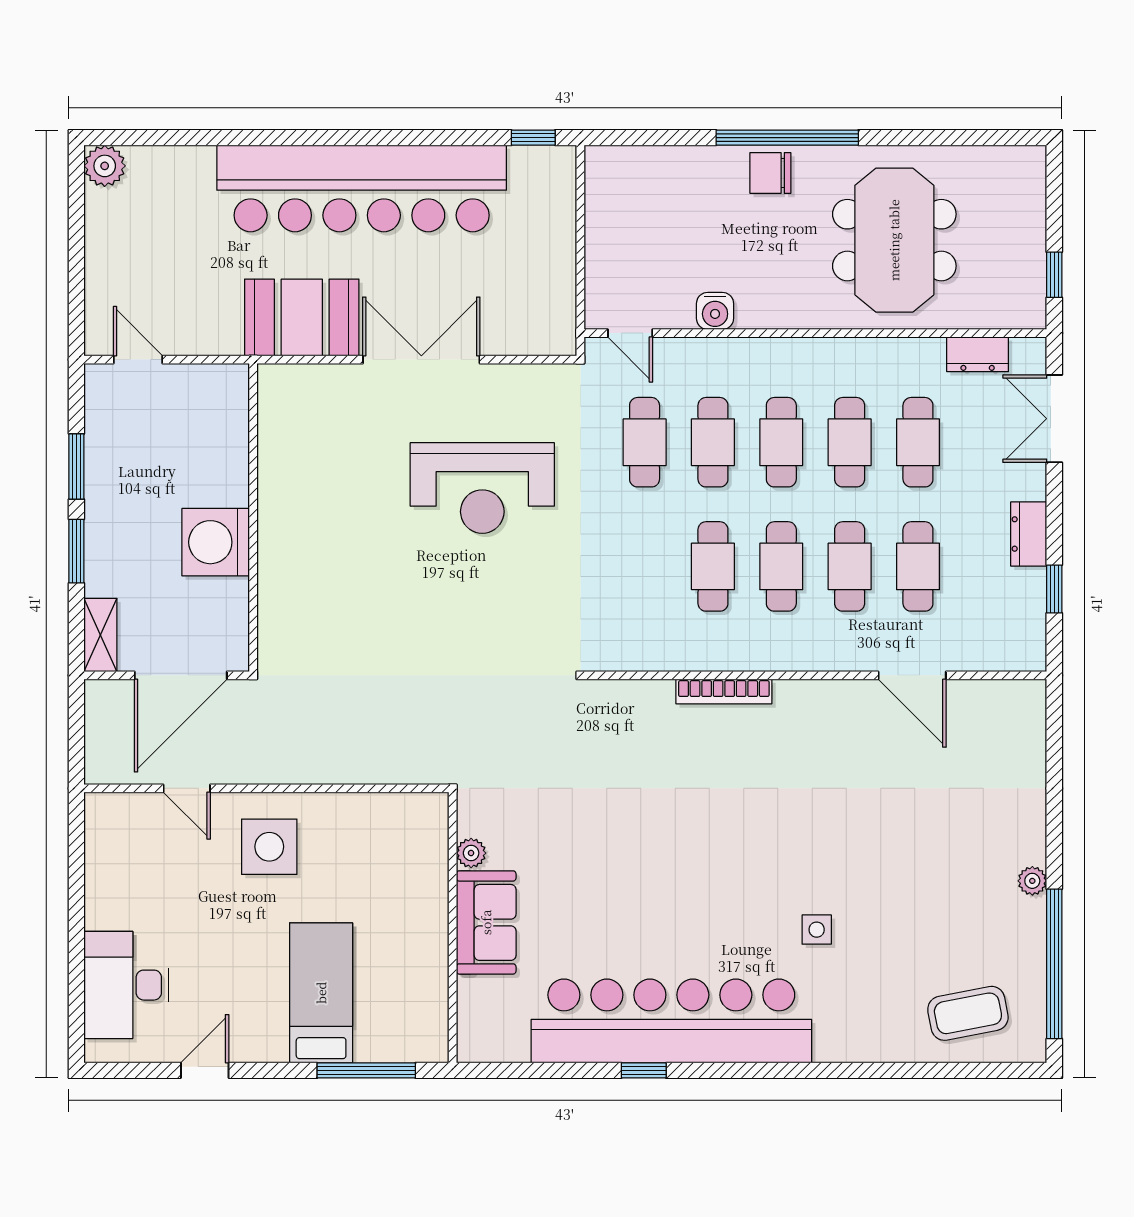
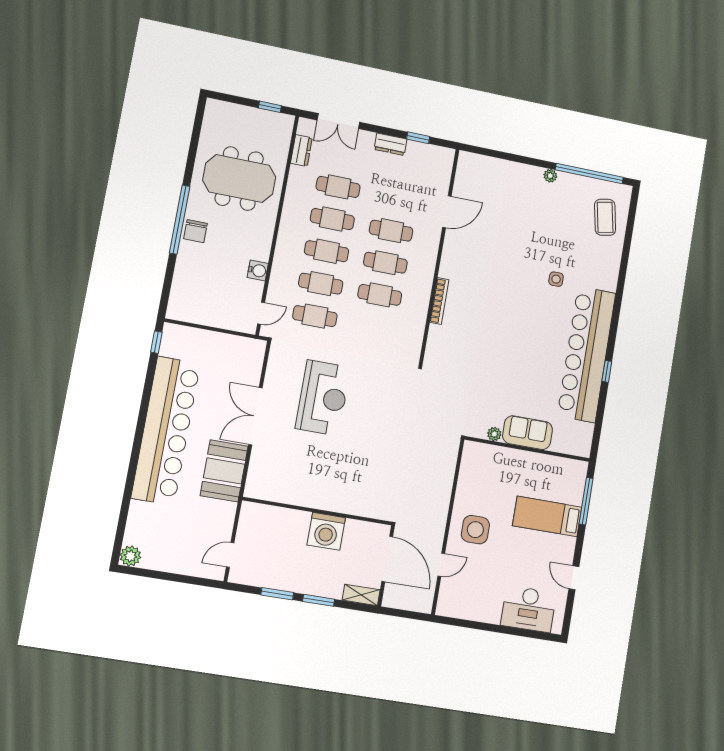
cafe table: (918, 566) -> (397, 199), removed

